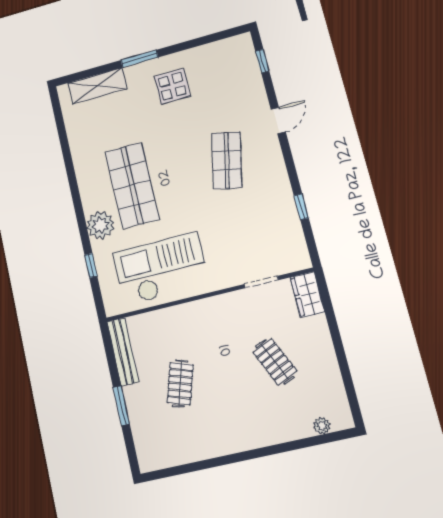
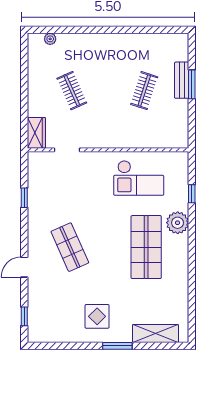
shop shelf: (227, 160) -> (70, 247), turned -36
checkout: (161, 269) -> (139, 178), width x0.73, depth x0.83
bench: (123, 352) -> (182, 80), moved, width x0.73

